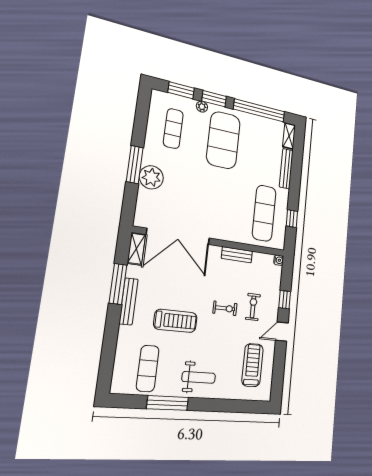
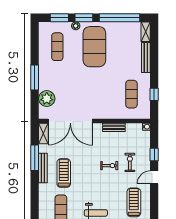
plant: (151, 177) -> (47, 99), moved
exercise mat: (264, 213) -> (131, 94), width x0.73, depth x0.69
treadmill: (175, 321) -> (64, 173), moved, turned -90

